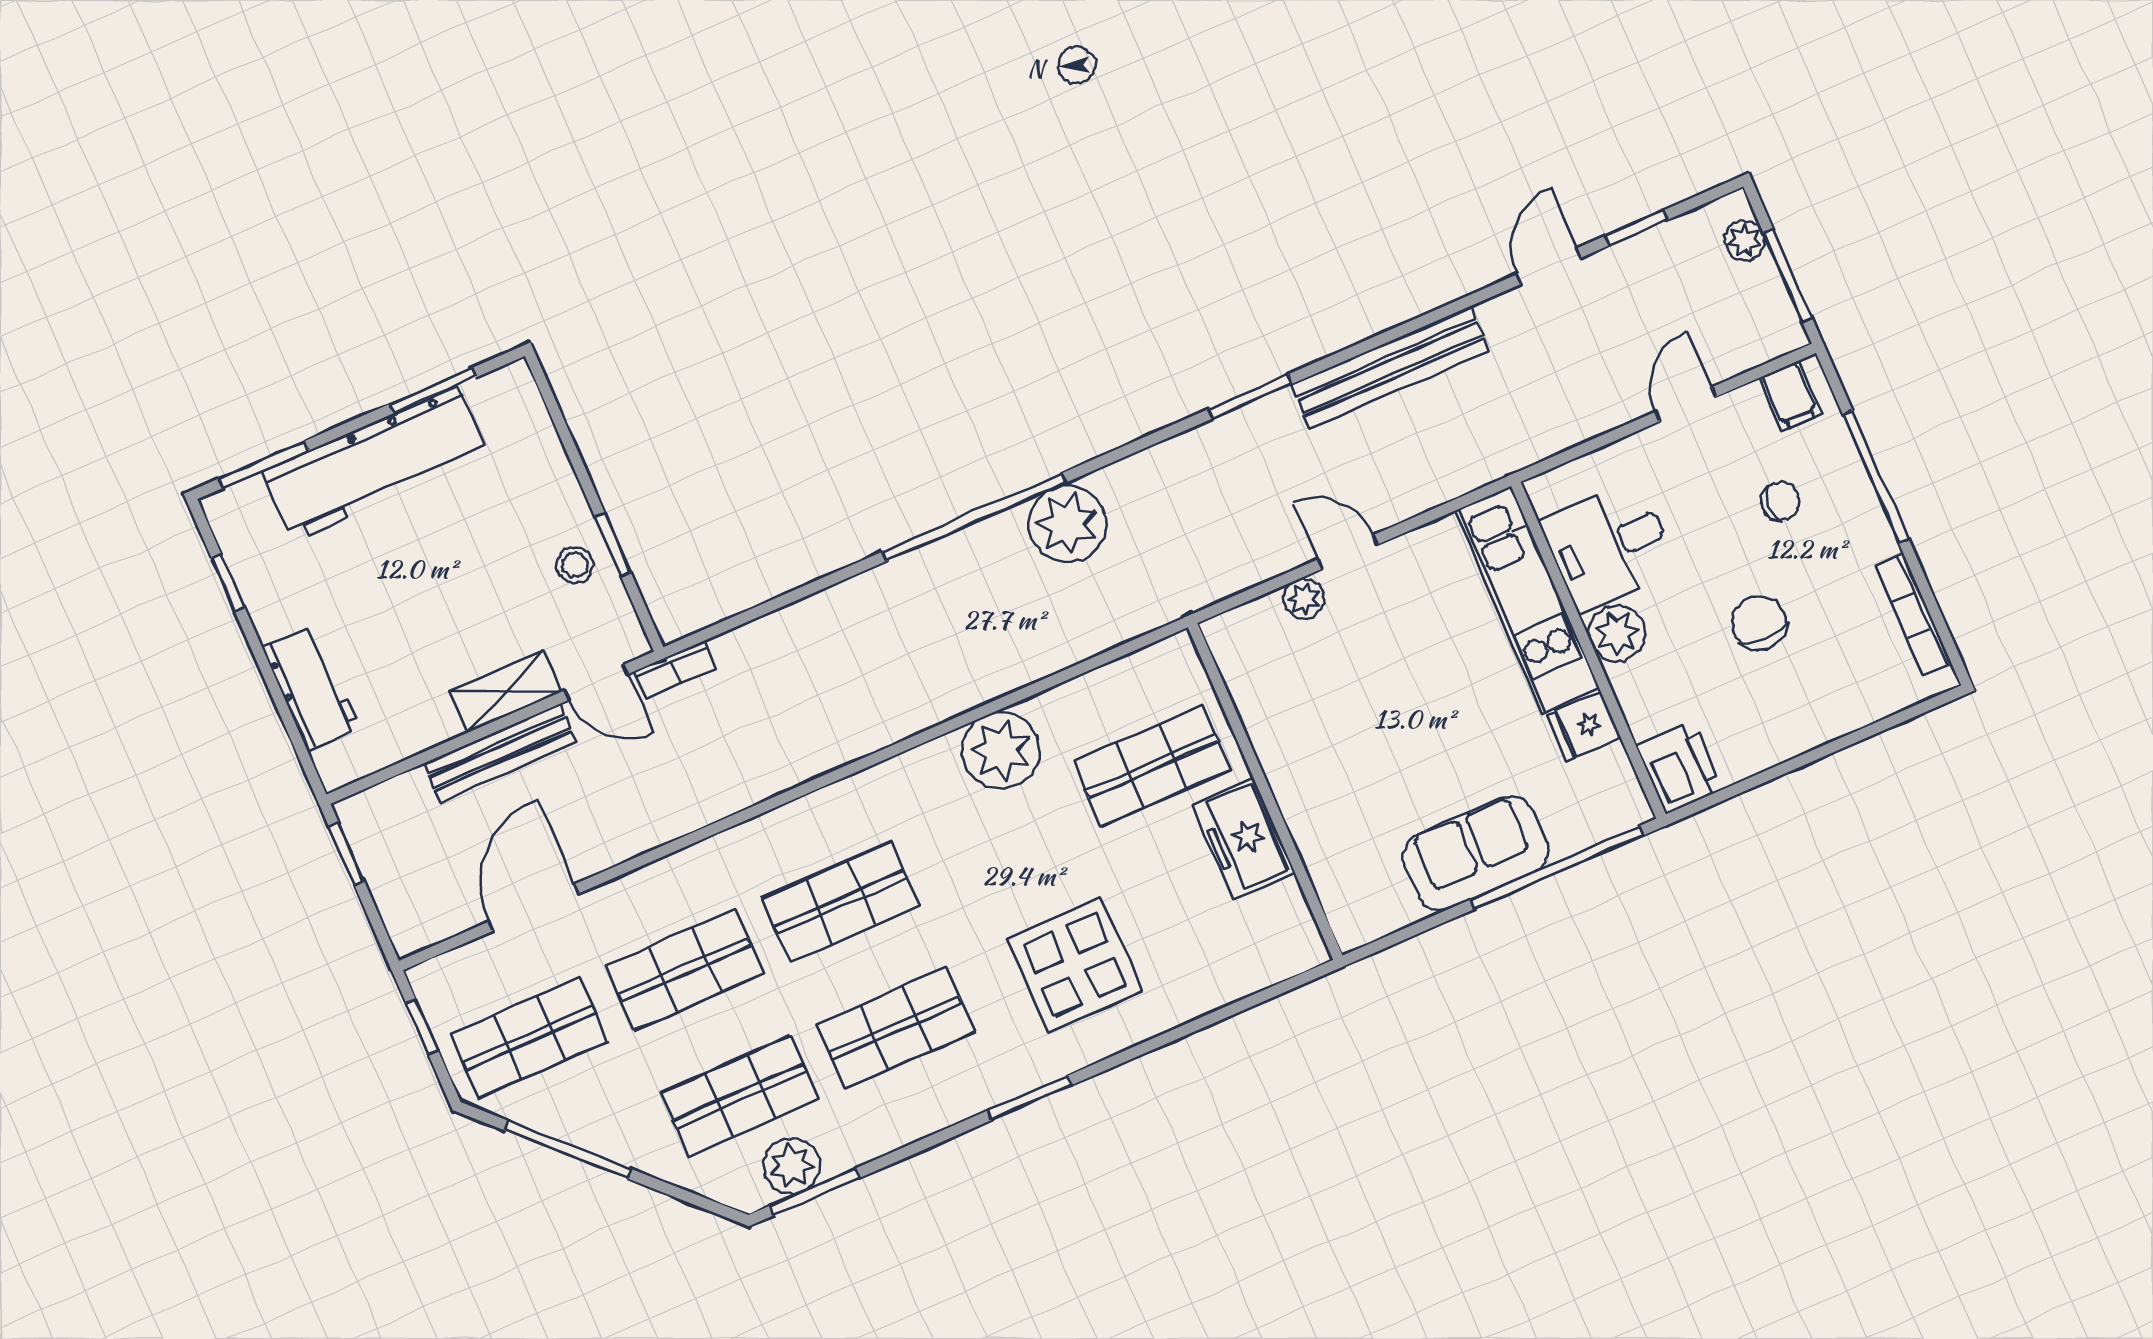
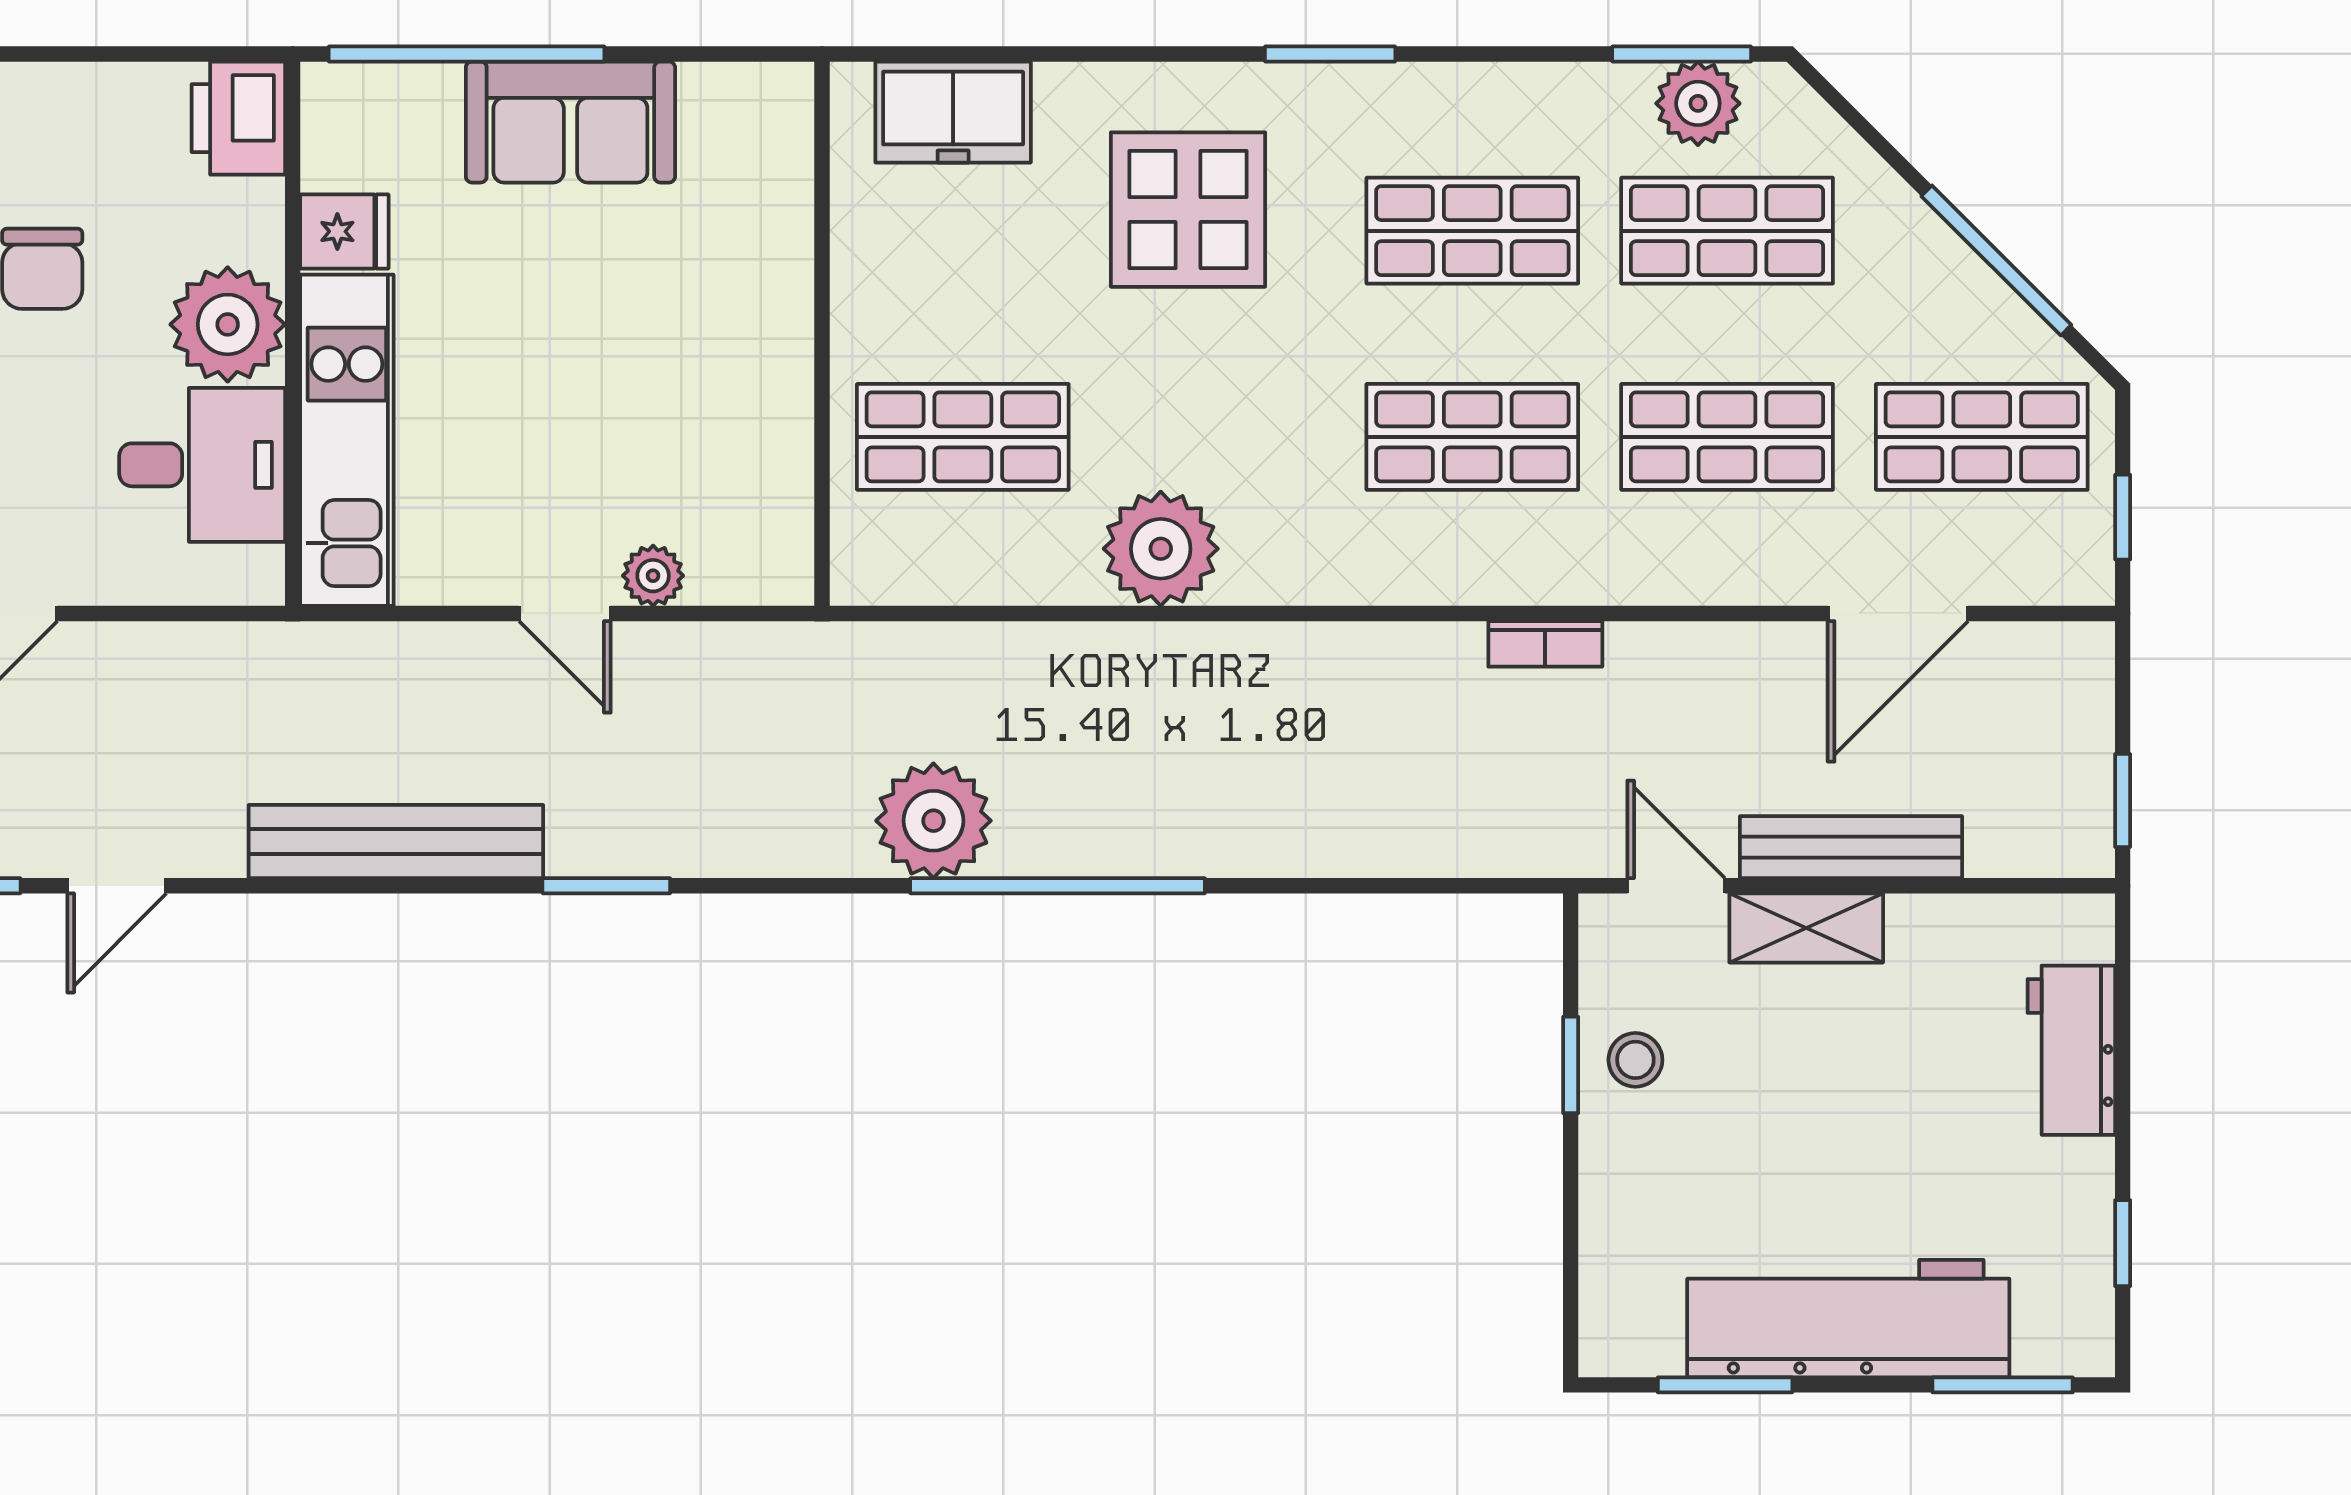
plant: (1617, 633) -> (228, 324), width x1.36, depth x1.36
bookcase: (675, 670) -> (1545, 644), moved, turned 180
freezer: (1244, 839) -> (953, 112), moved, turned 90

